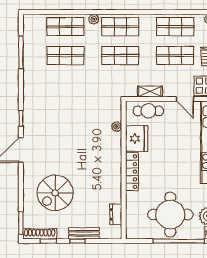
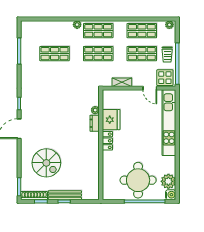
shop shelf: (65, 27) -> (55, 31), removed
cafe table: (148, 111) -> (120, 98), removed
locker: (132, 172) -> (107, 141), width x0.66
spiral stairs: (55, 193) -> (46, 163), turned -90
dresser: (116, 214) -> (95, 123), moved
bench: (84, 233) -> (65, 195), width x1.36

